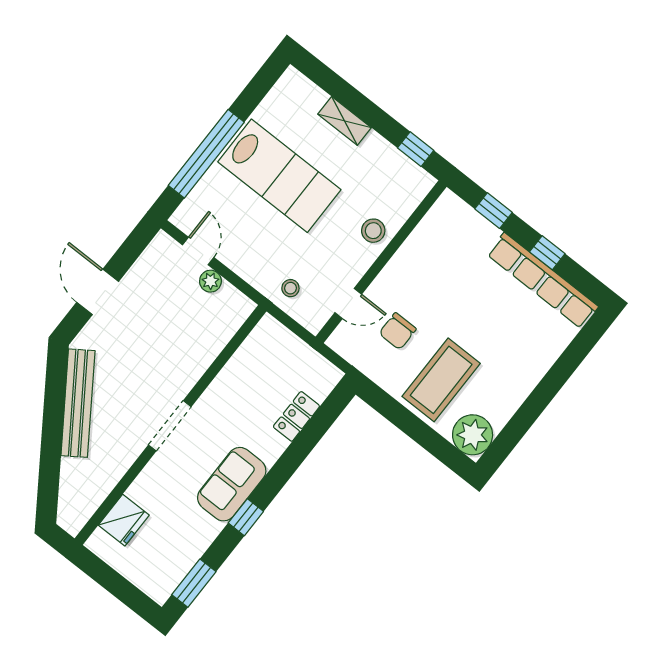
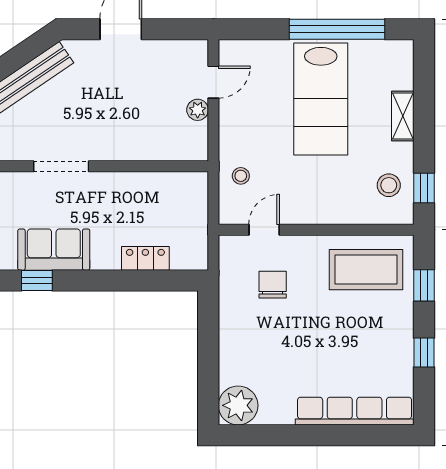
window: (206, 154) -> (337, 29), moved
stool: (373, 231) -> (389, 185), moved
row of seats: (543, 281) -> (355, 411), moved, turned 90
door: (348, 303) -> (264, 230), swing flipped
chair: (398, 331) -> (273, 285), turned 90
coffee table: (441, 380) -> (366, 270), moved

